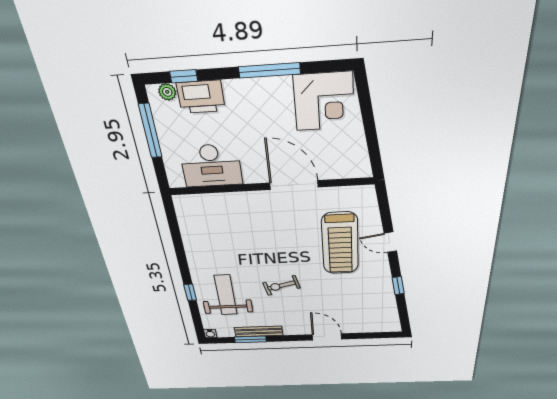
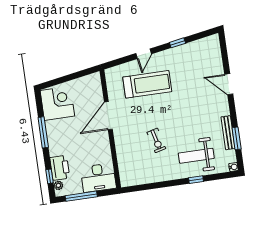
desk: (211, 166) -> (98, 178), moved, turned 90
exercise bike: (281, 285) -> (156, 140), moved
door: (327, 337) -> (229, 84), hinge flipped

